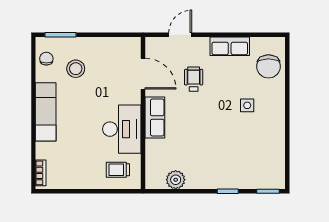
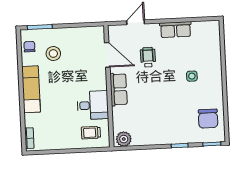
chair: (268, 66) -> (208, 119), moved
desk: (122, 129) -> (93, 105), width x0.73
plant: (176, 180) -> (124, 139), moved

